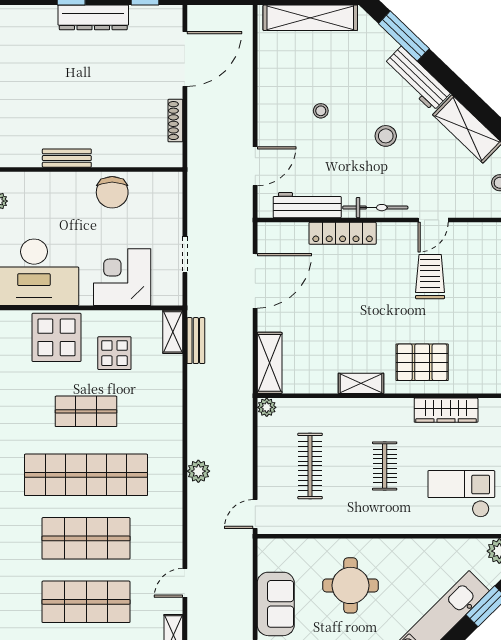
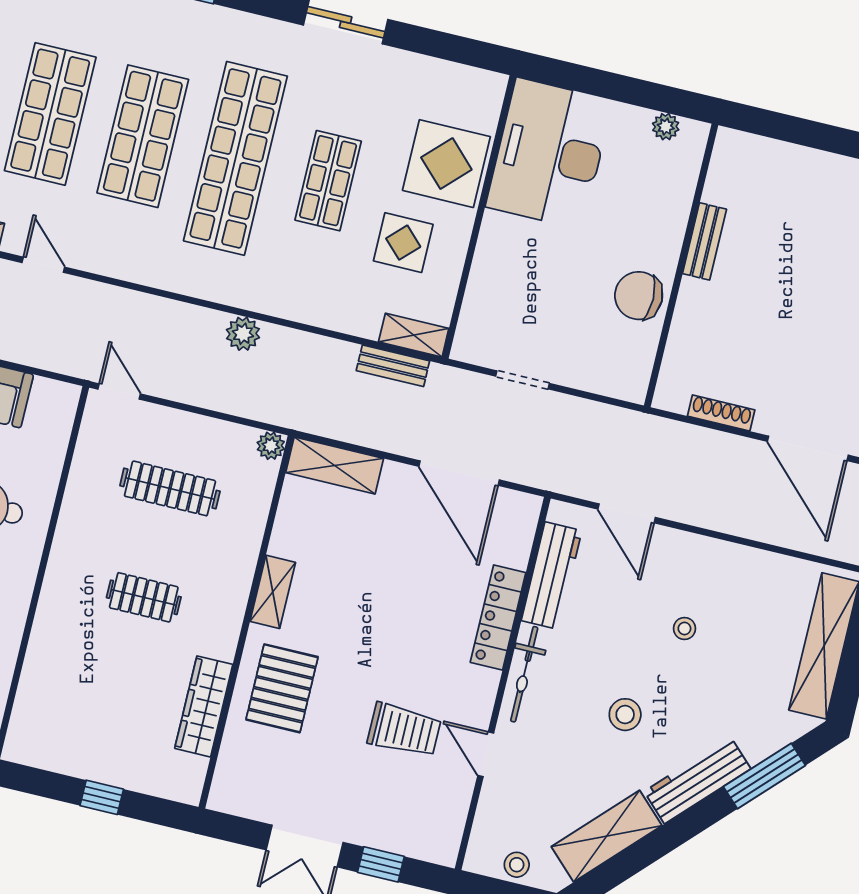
corner desk: (122, 277) -> (511, 280), removed
plant: (198, 471) -> (243, 334), moved
checkout: (461, 494) -> (76, 699), removed

